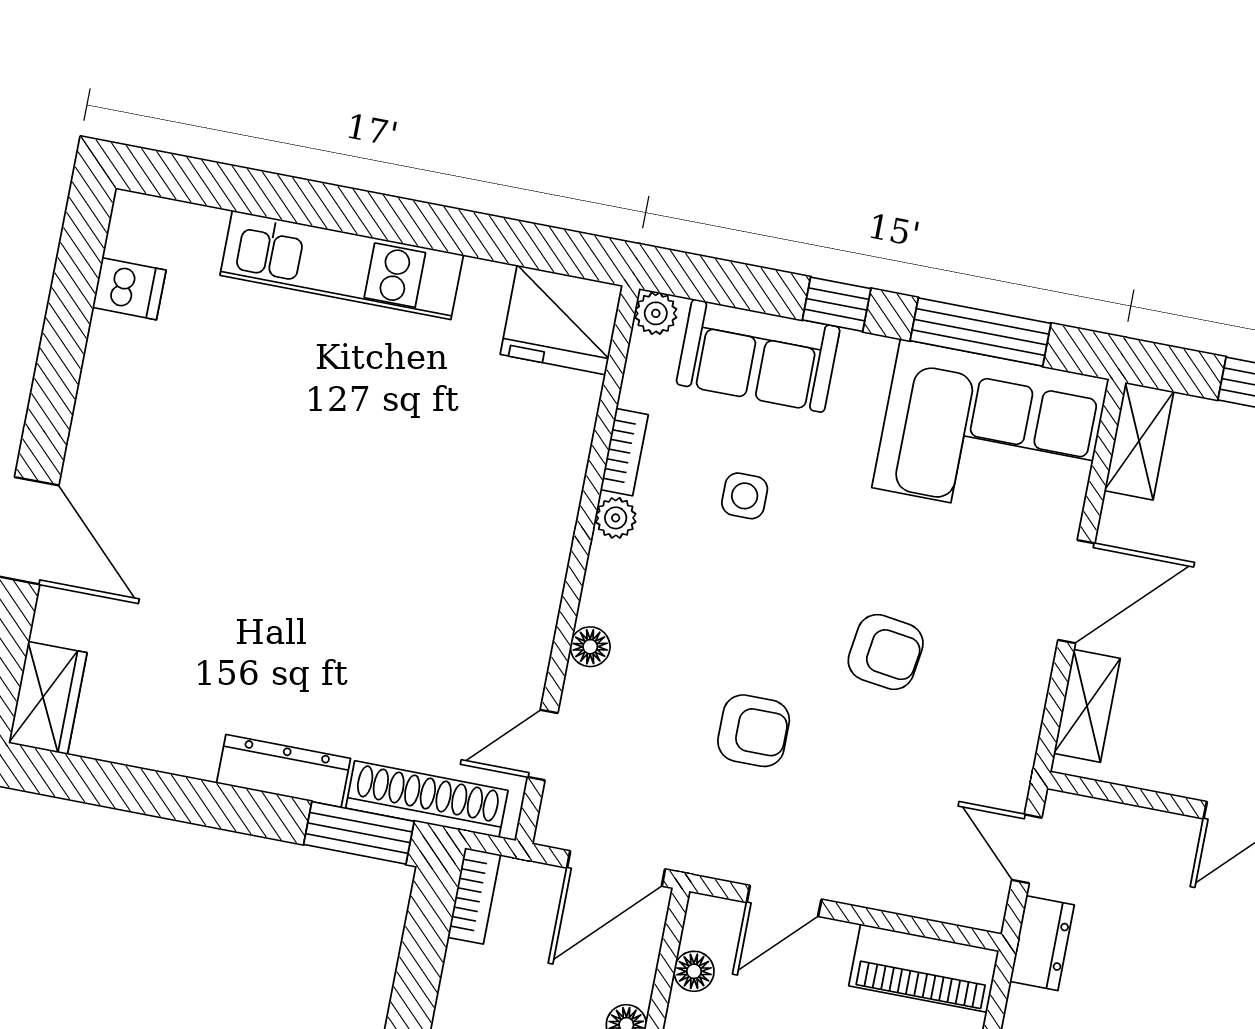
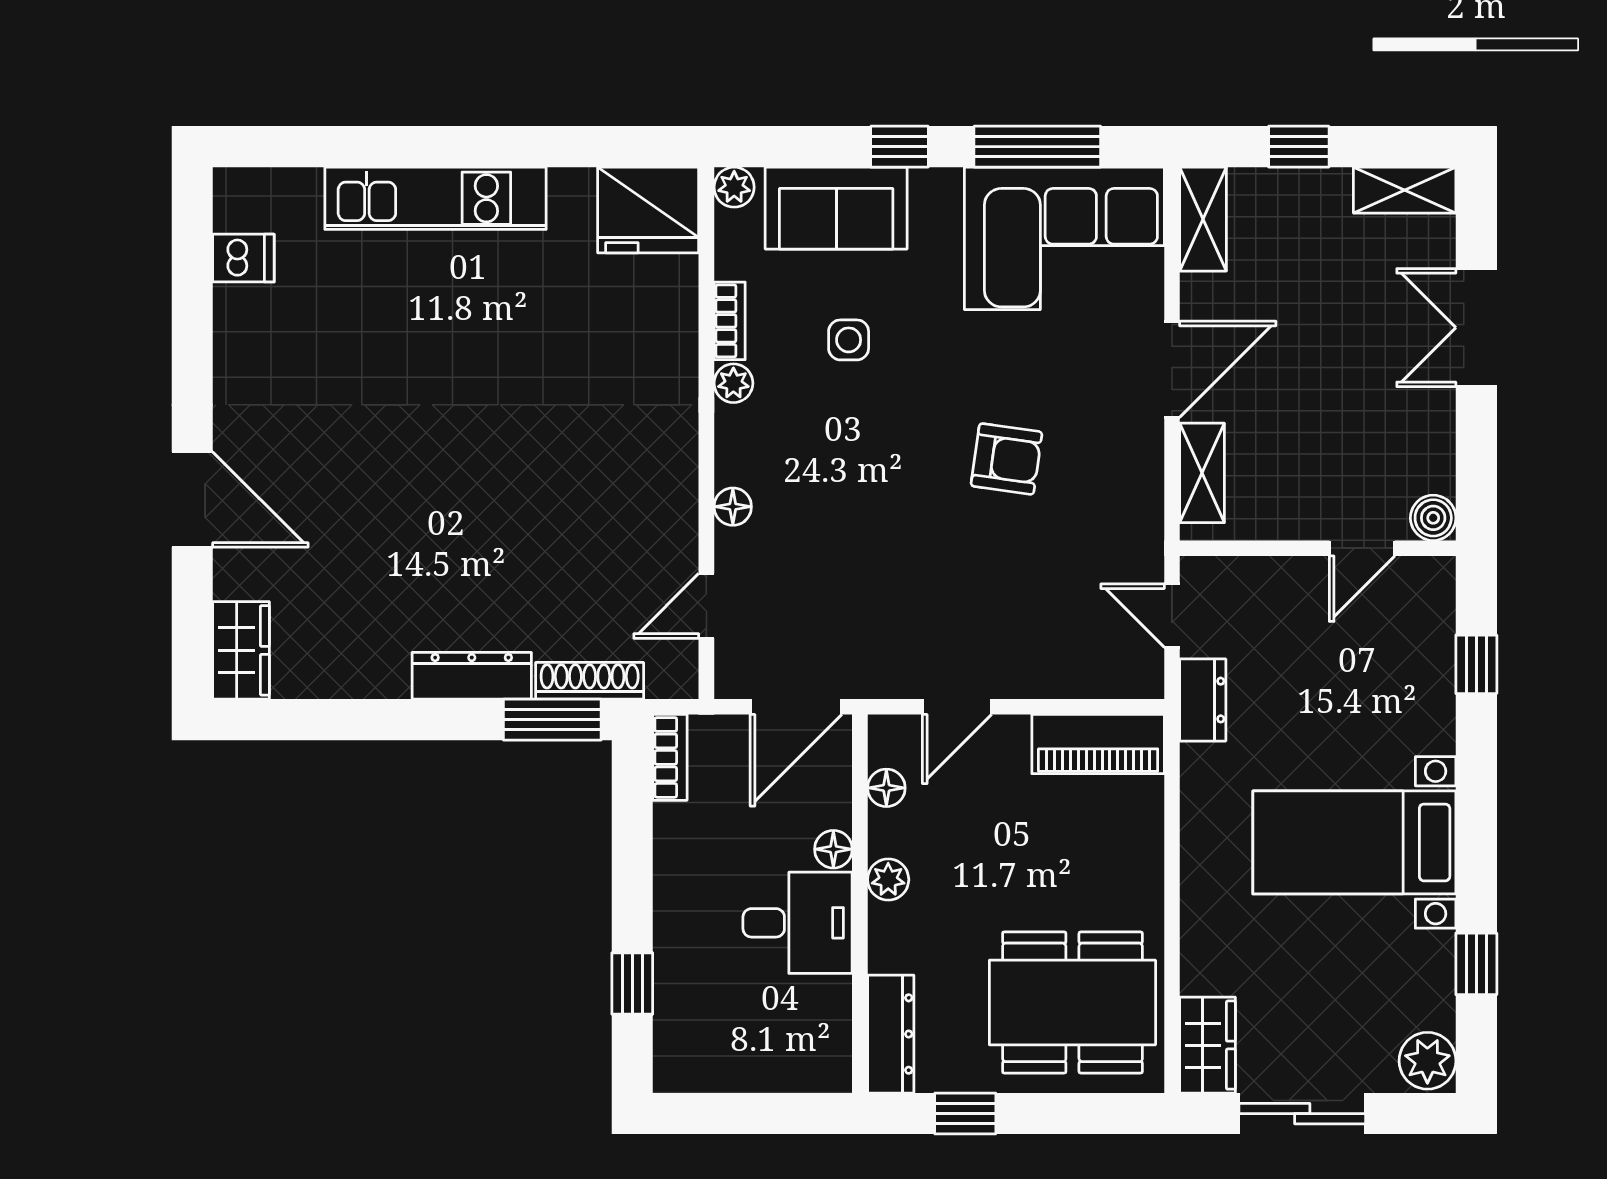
armchair: (754, 731) -> (899, 555), removed
shoe rack: (427, 799) -> (590, 681), width x0.74, depth x0.81

